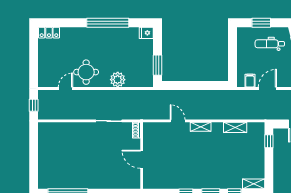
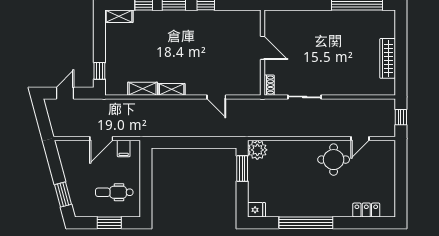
locker: (49, 33) -> (366, 210), moved
dental chair: (270, 44) -> (114, 192), moved, turned 180
plant: (118, 80) -> (257, 150), moved
shelving: (201, 127) -> (172, 89), moved
wardrobe: (44, 151) -> (388, 58), added

